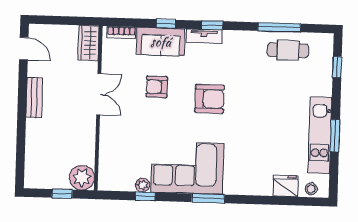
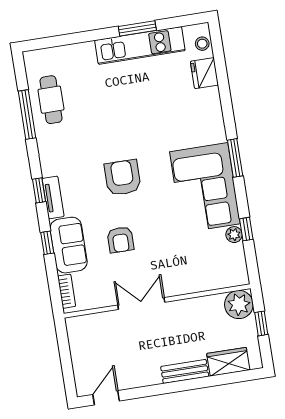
wardrobe: (88, 43) -> (228, 362), moved, turned 180
window: (337, 67) -> (59, 41), removed
bench: (34, 98) -> (185, 371), moved

